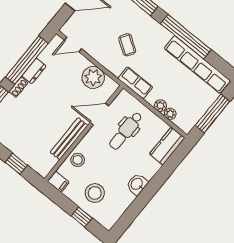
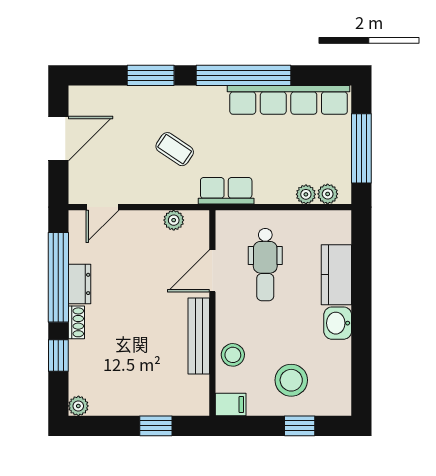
plant: (93, 77) -> (174, 220), width x0.53, depth x0.53
plant: (160, 106) -> (328, 194), moved
kitchen counter: (167, 146) -> (336, 275), moved

